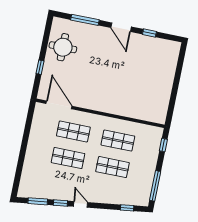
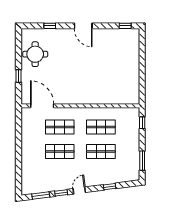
window: (85, 20) -> (50, 26), width x0.46
window: (149, 33) -> (125, 26), moved
window: (155, 186) -> (142, 161), width x0.69
door: (81, 204) -> (79, 190), hinge flipped
window: (127, 208) -> (110, 187), moved

